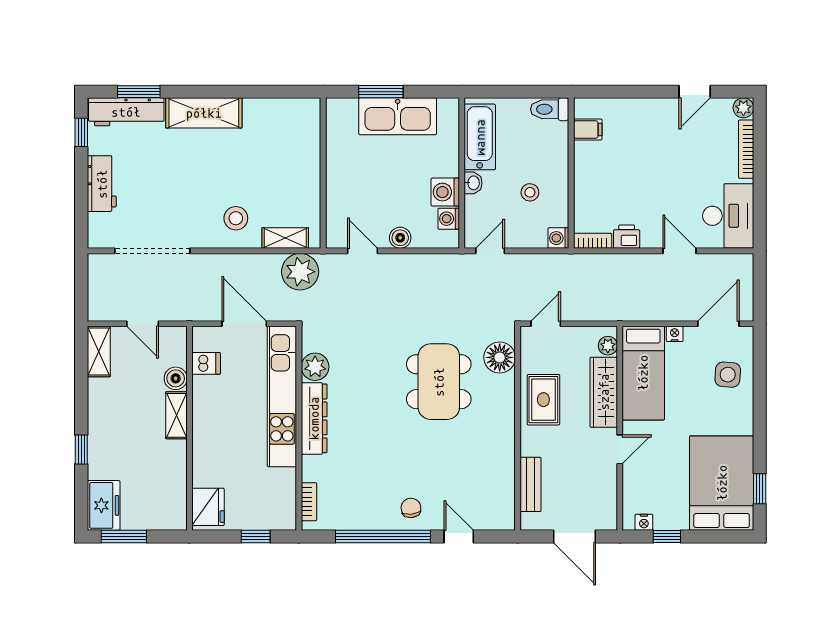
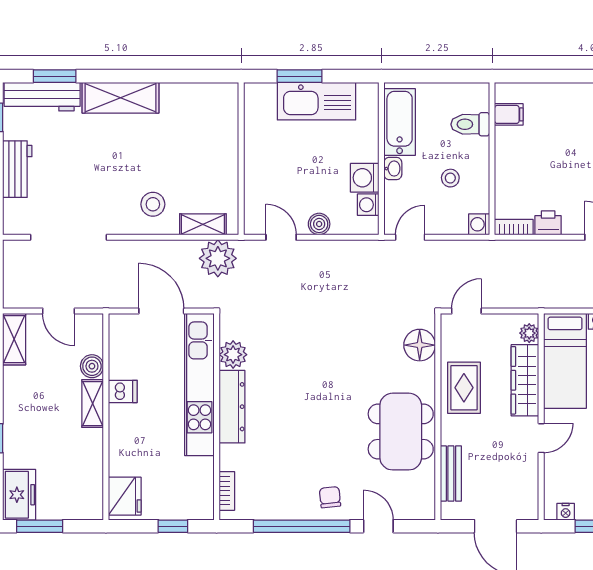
toilet: (550, 109) -> (470, 124), moved
dishwasher: (206, 363) -> (123, 391), moved
dining table: (439, 382) -> (401, 432), moved

